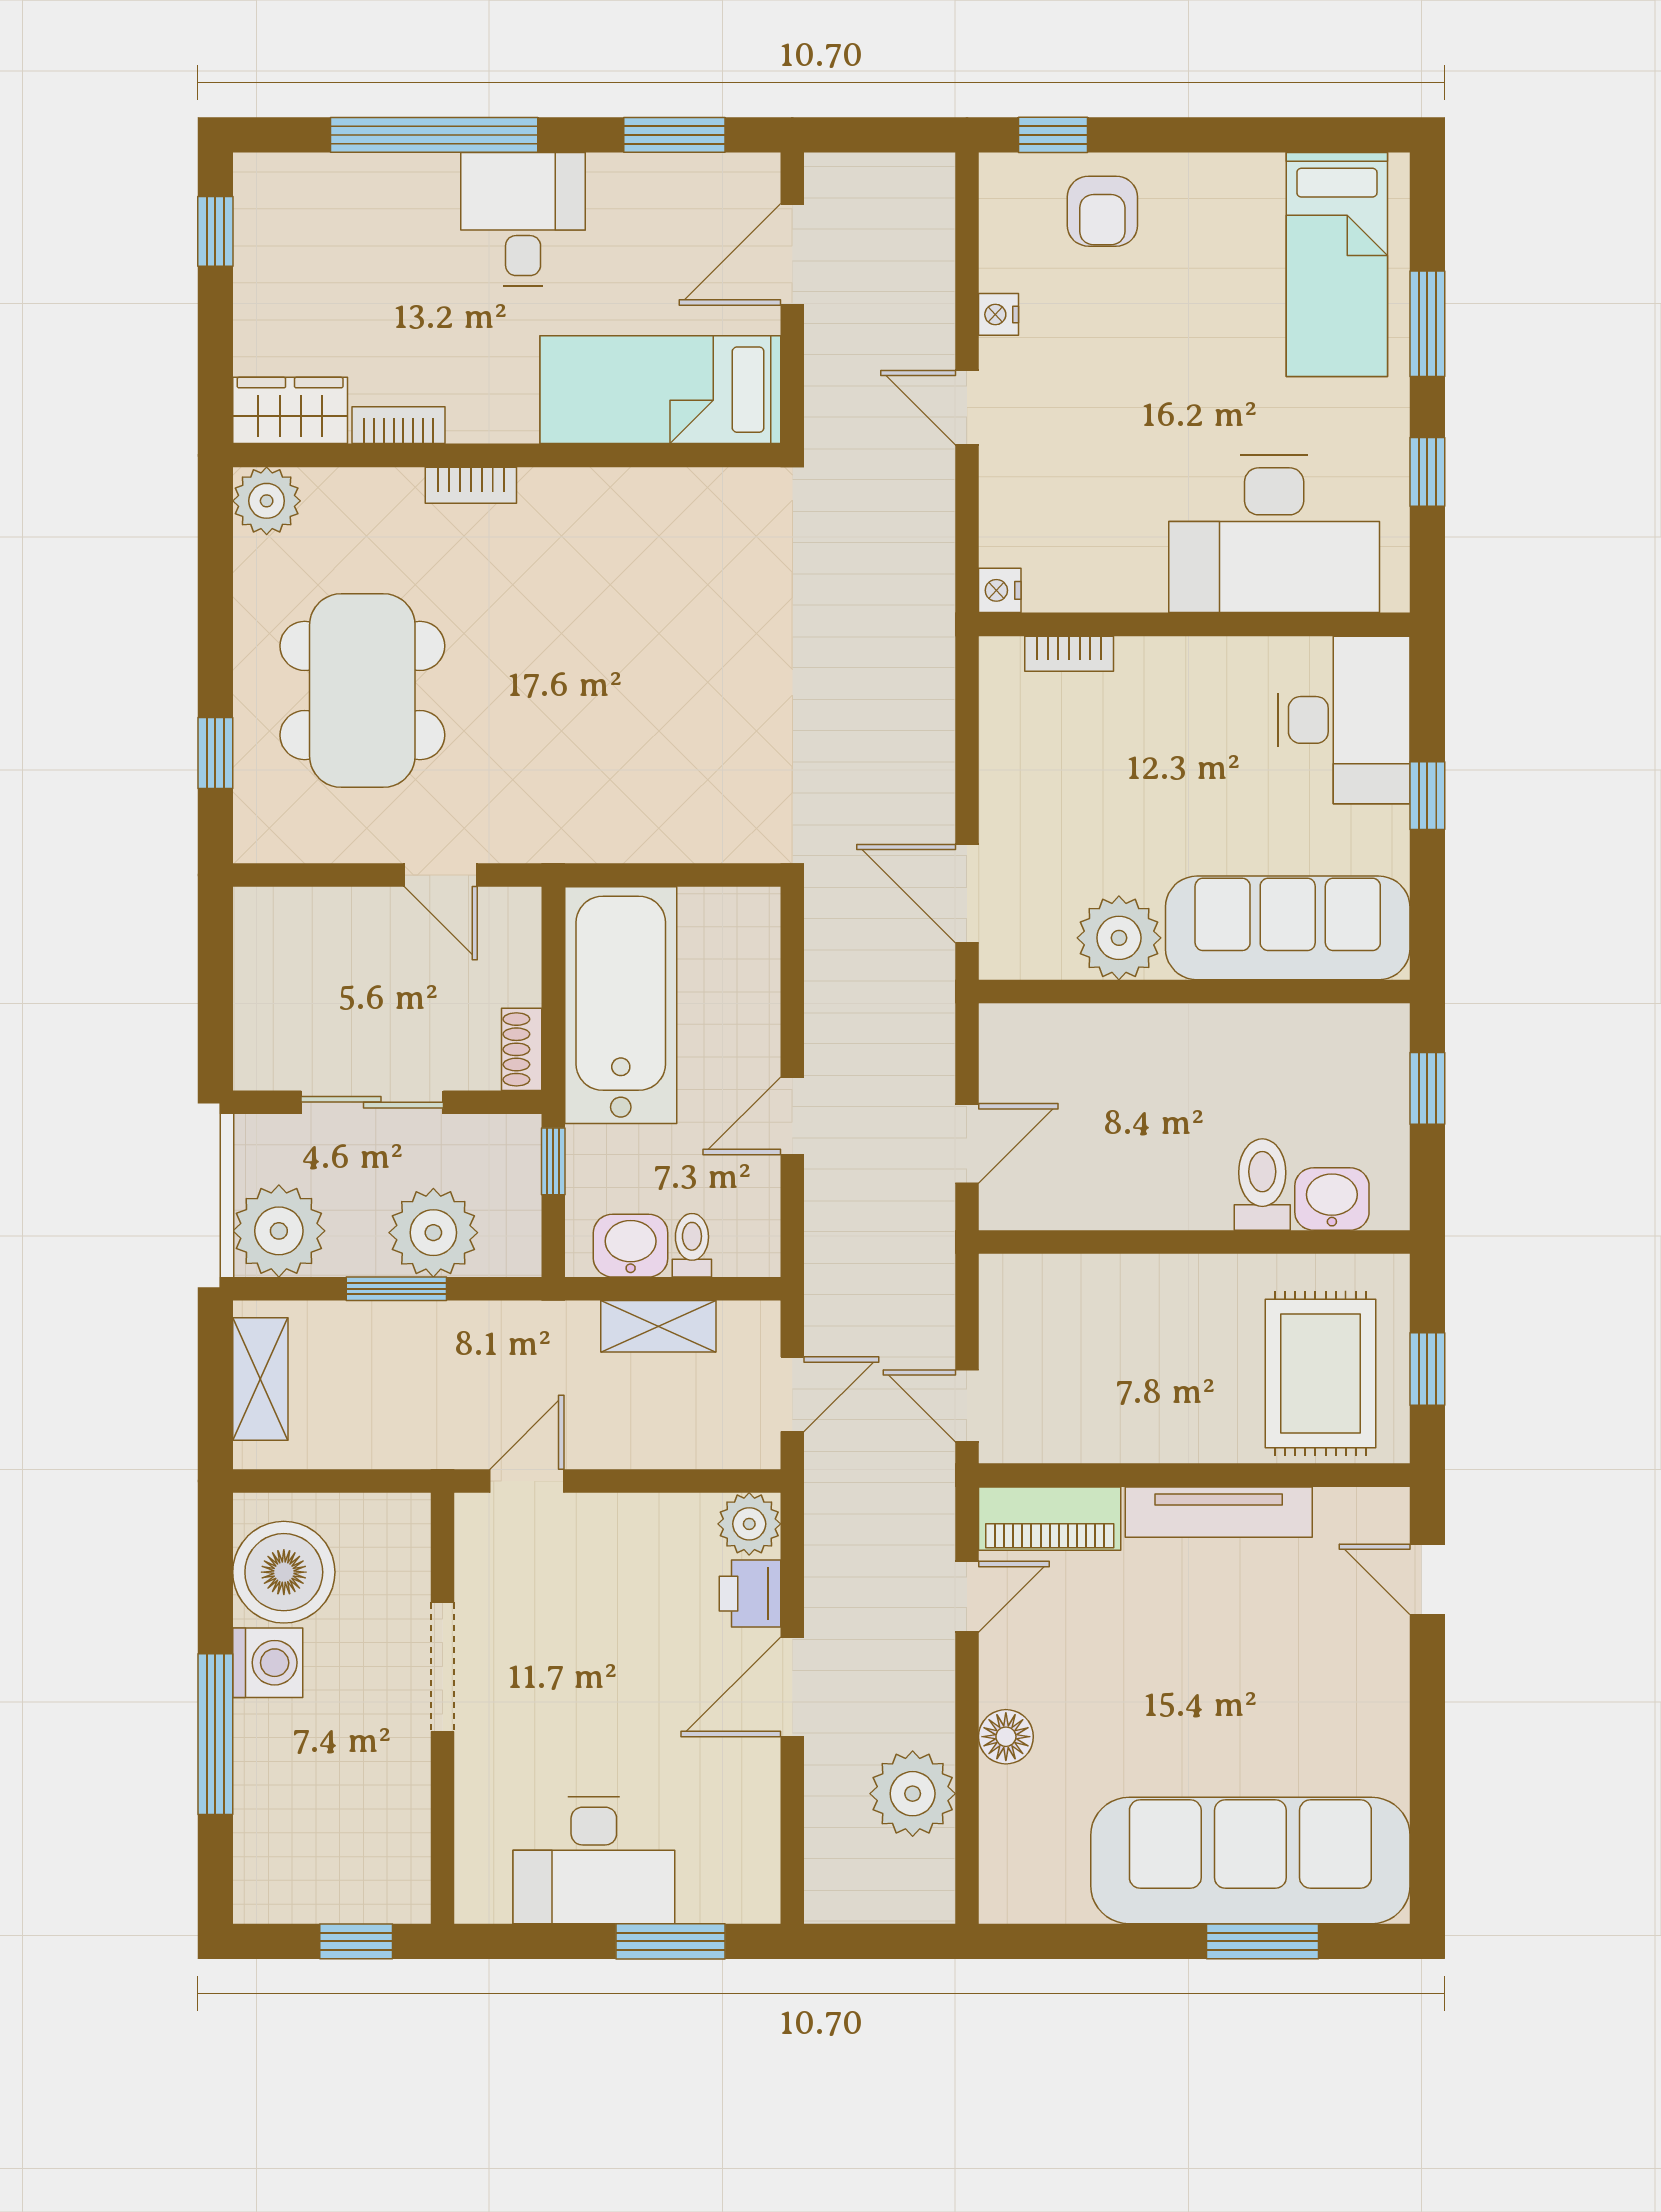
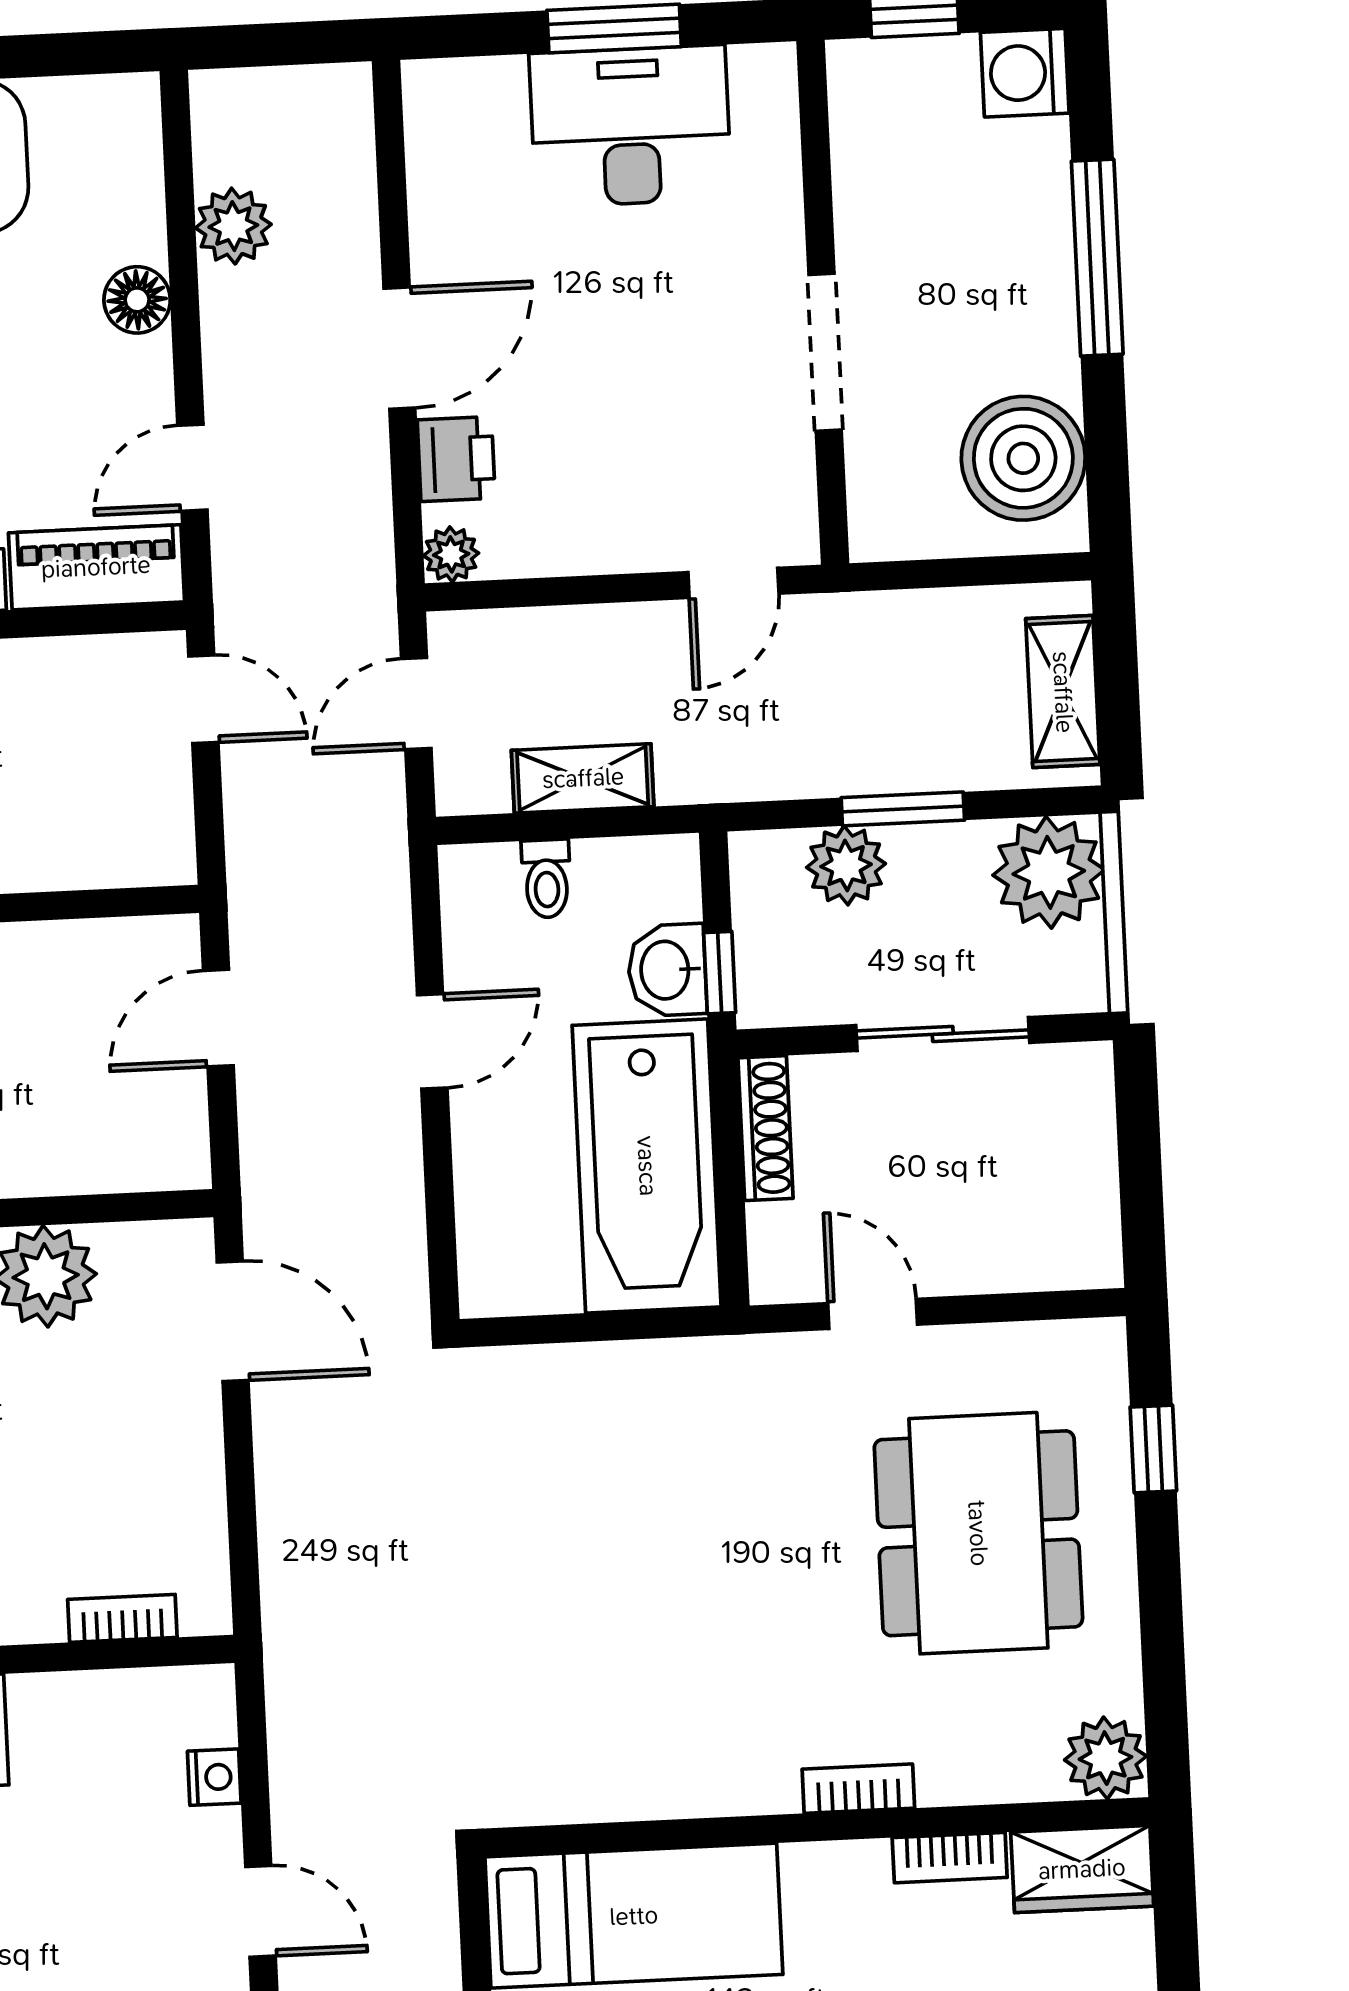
nightstand: (1000, 590) -> (214, 1777), moved
shoe rack: (522, 1049) -> (765, 1128), width x1.43
plant: (433, 1233) -> (846, 865), width x0.73, depth x0.73
washbasin: (631, 1246) -> (667, 970), moved, turned 90
plant: (749, 1524) -> (451, 554), width x0.73, depth x0.73
washing machine: (268, 1663) -> (1025, 73), moved
plant: (913, 1794) -> (233, 226), width x0.73, depth x0.73
window: (670, 1941) -> (614, 28), moved

